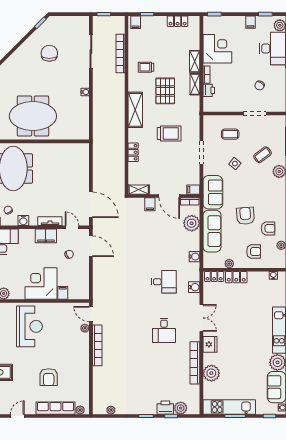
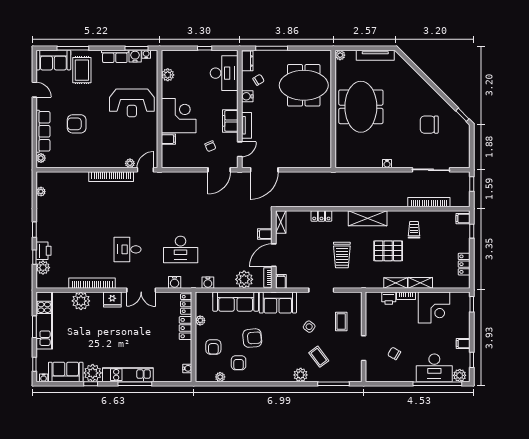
chair: (49, 53) -> (429, 125), turned 180
desk: (164, 282) -> (181, 249), width x1.37

